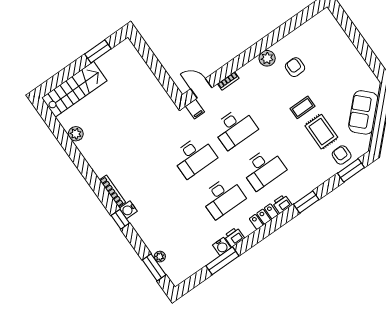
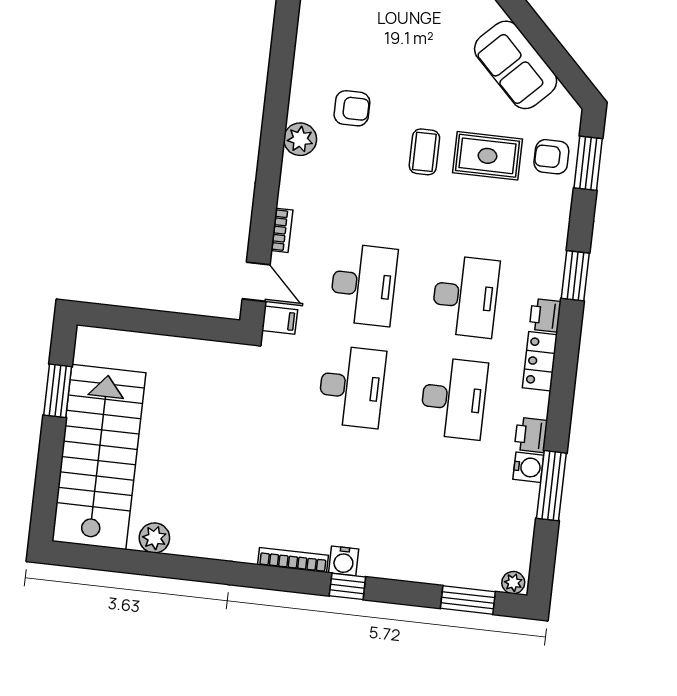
armchair: (295, 67) -> (352, 108), turned 180
door: (201, 88) -> (256, 282), swing flipped
stairs: (74, 89) -> (99, 457), width x1.36, depth x1.51
plant: (160, 257) -> (513, 583), moved

